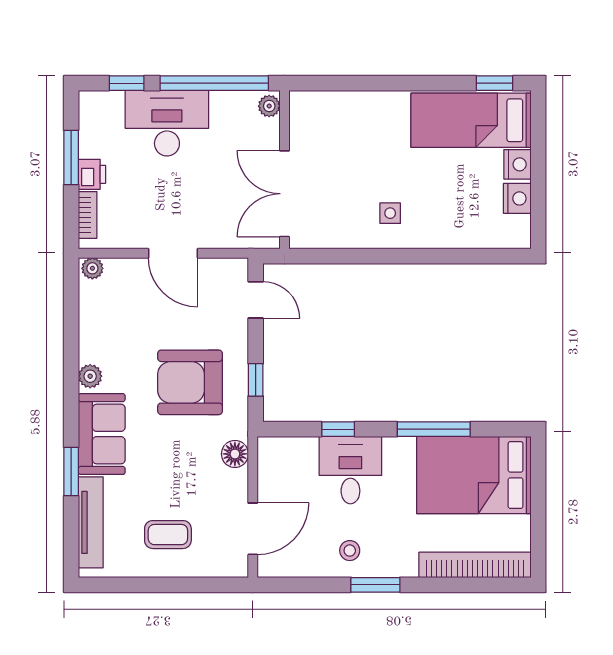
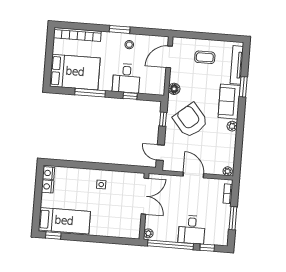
desk: (167, 123) -> (192, 230), width x0.73
nightstand: (517, 164) -> (48, 173), moved
printer: (92, 174) -> (225, 211), removed
armchair: (190, 382) -> (191, 120), turned -130

